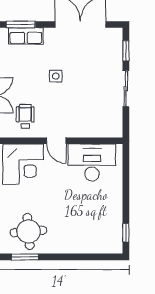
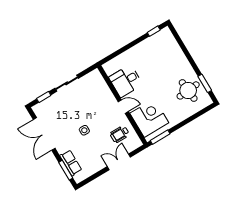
door: (56, 141) -> (123, 107), hinge flipped
desk: (92, 162) -> (126, 81), width x0.73

